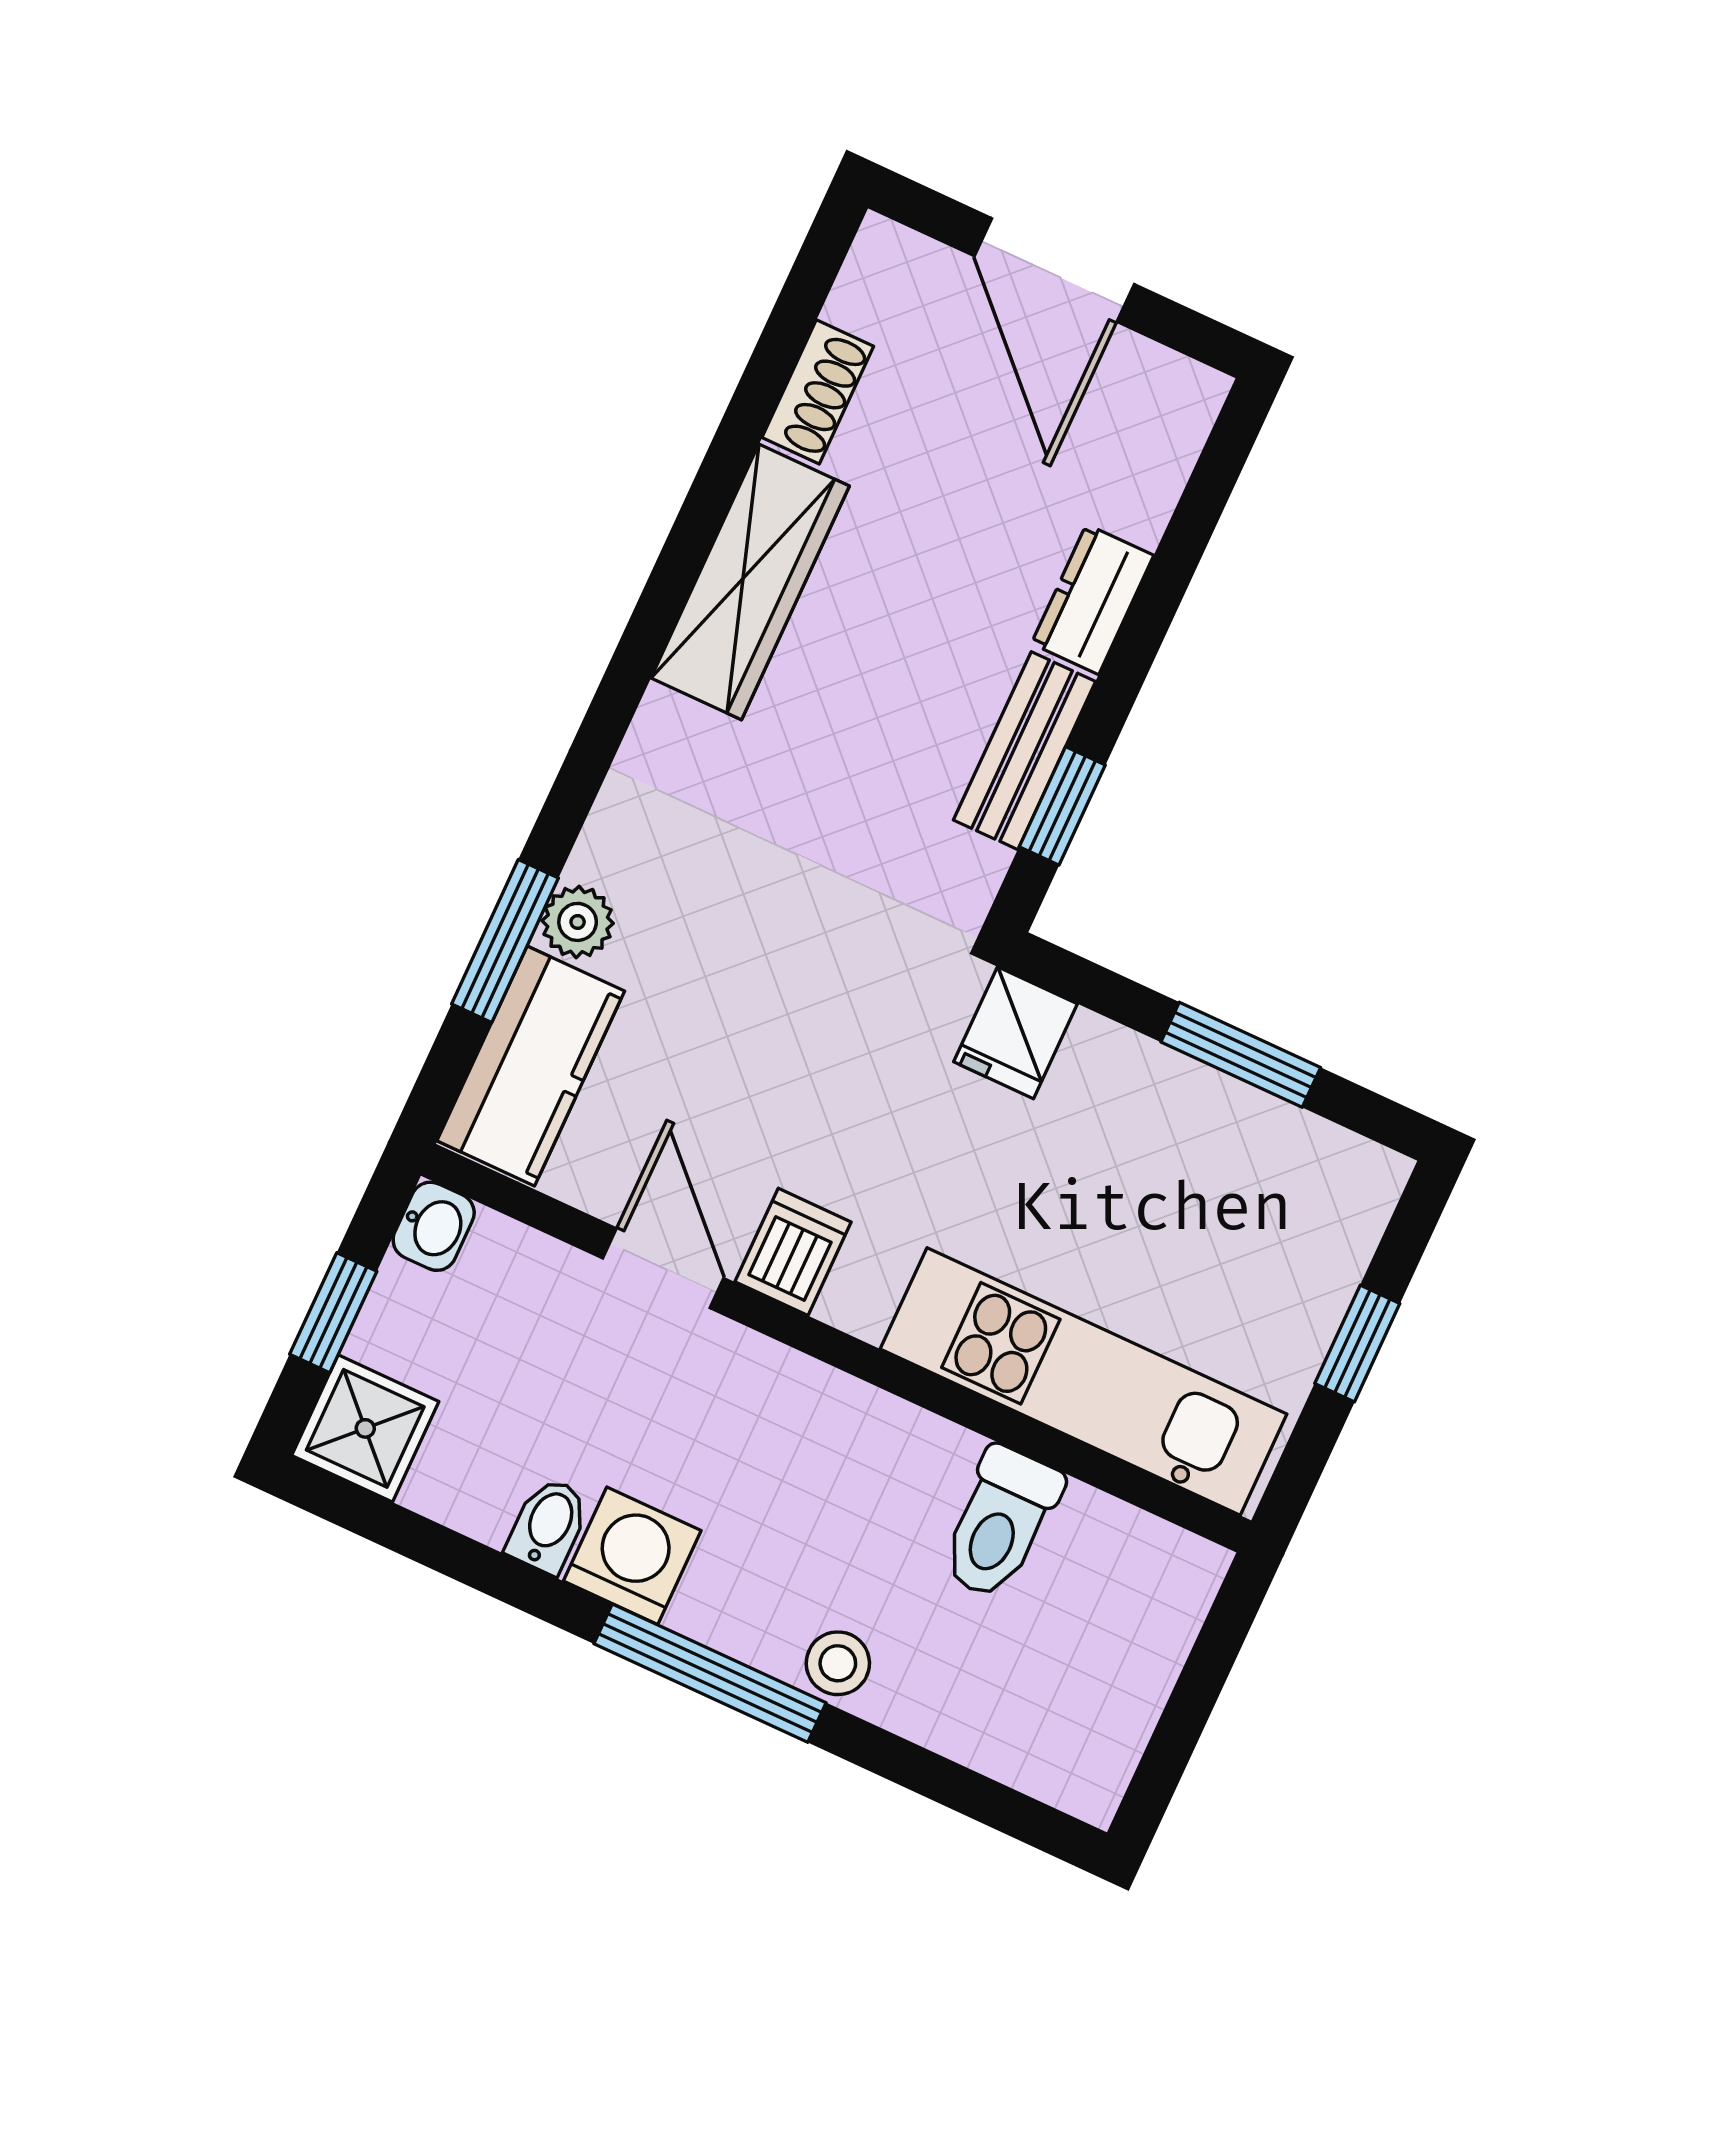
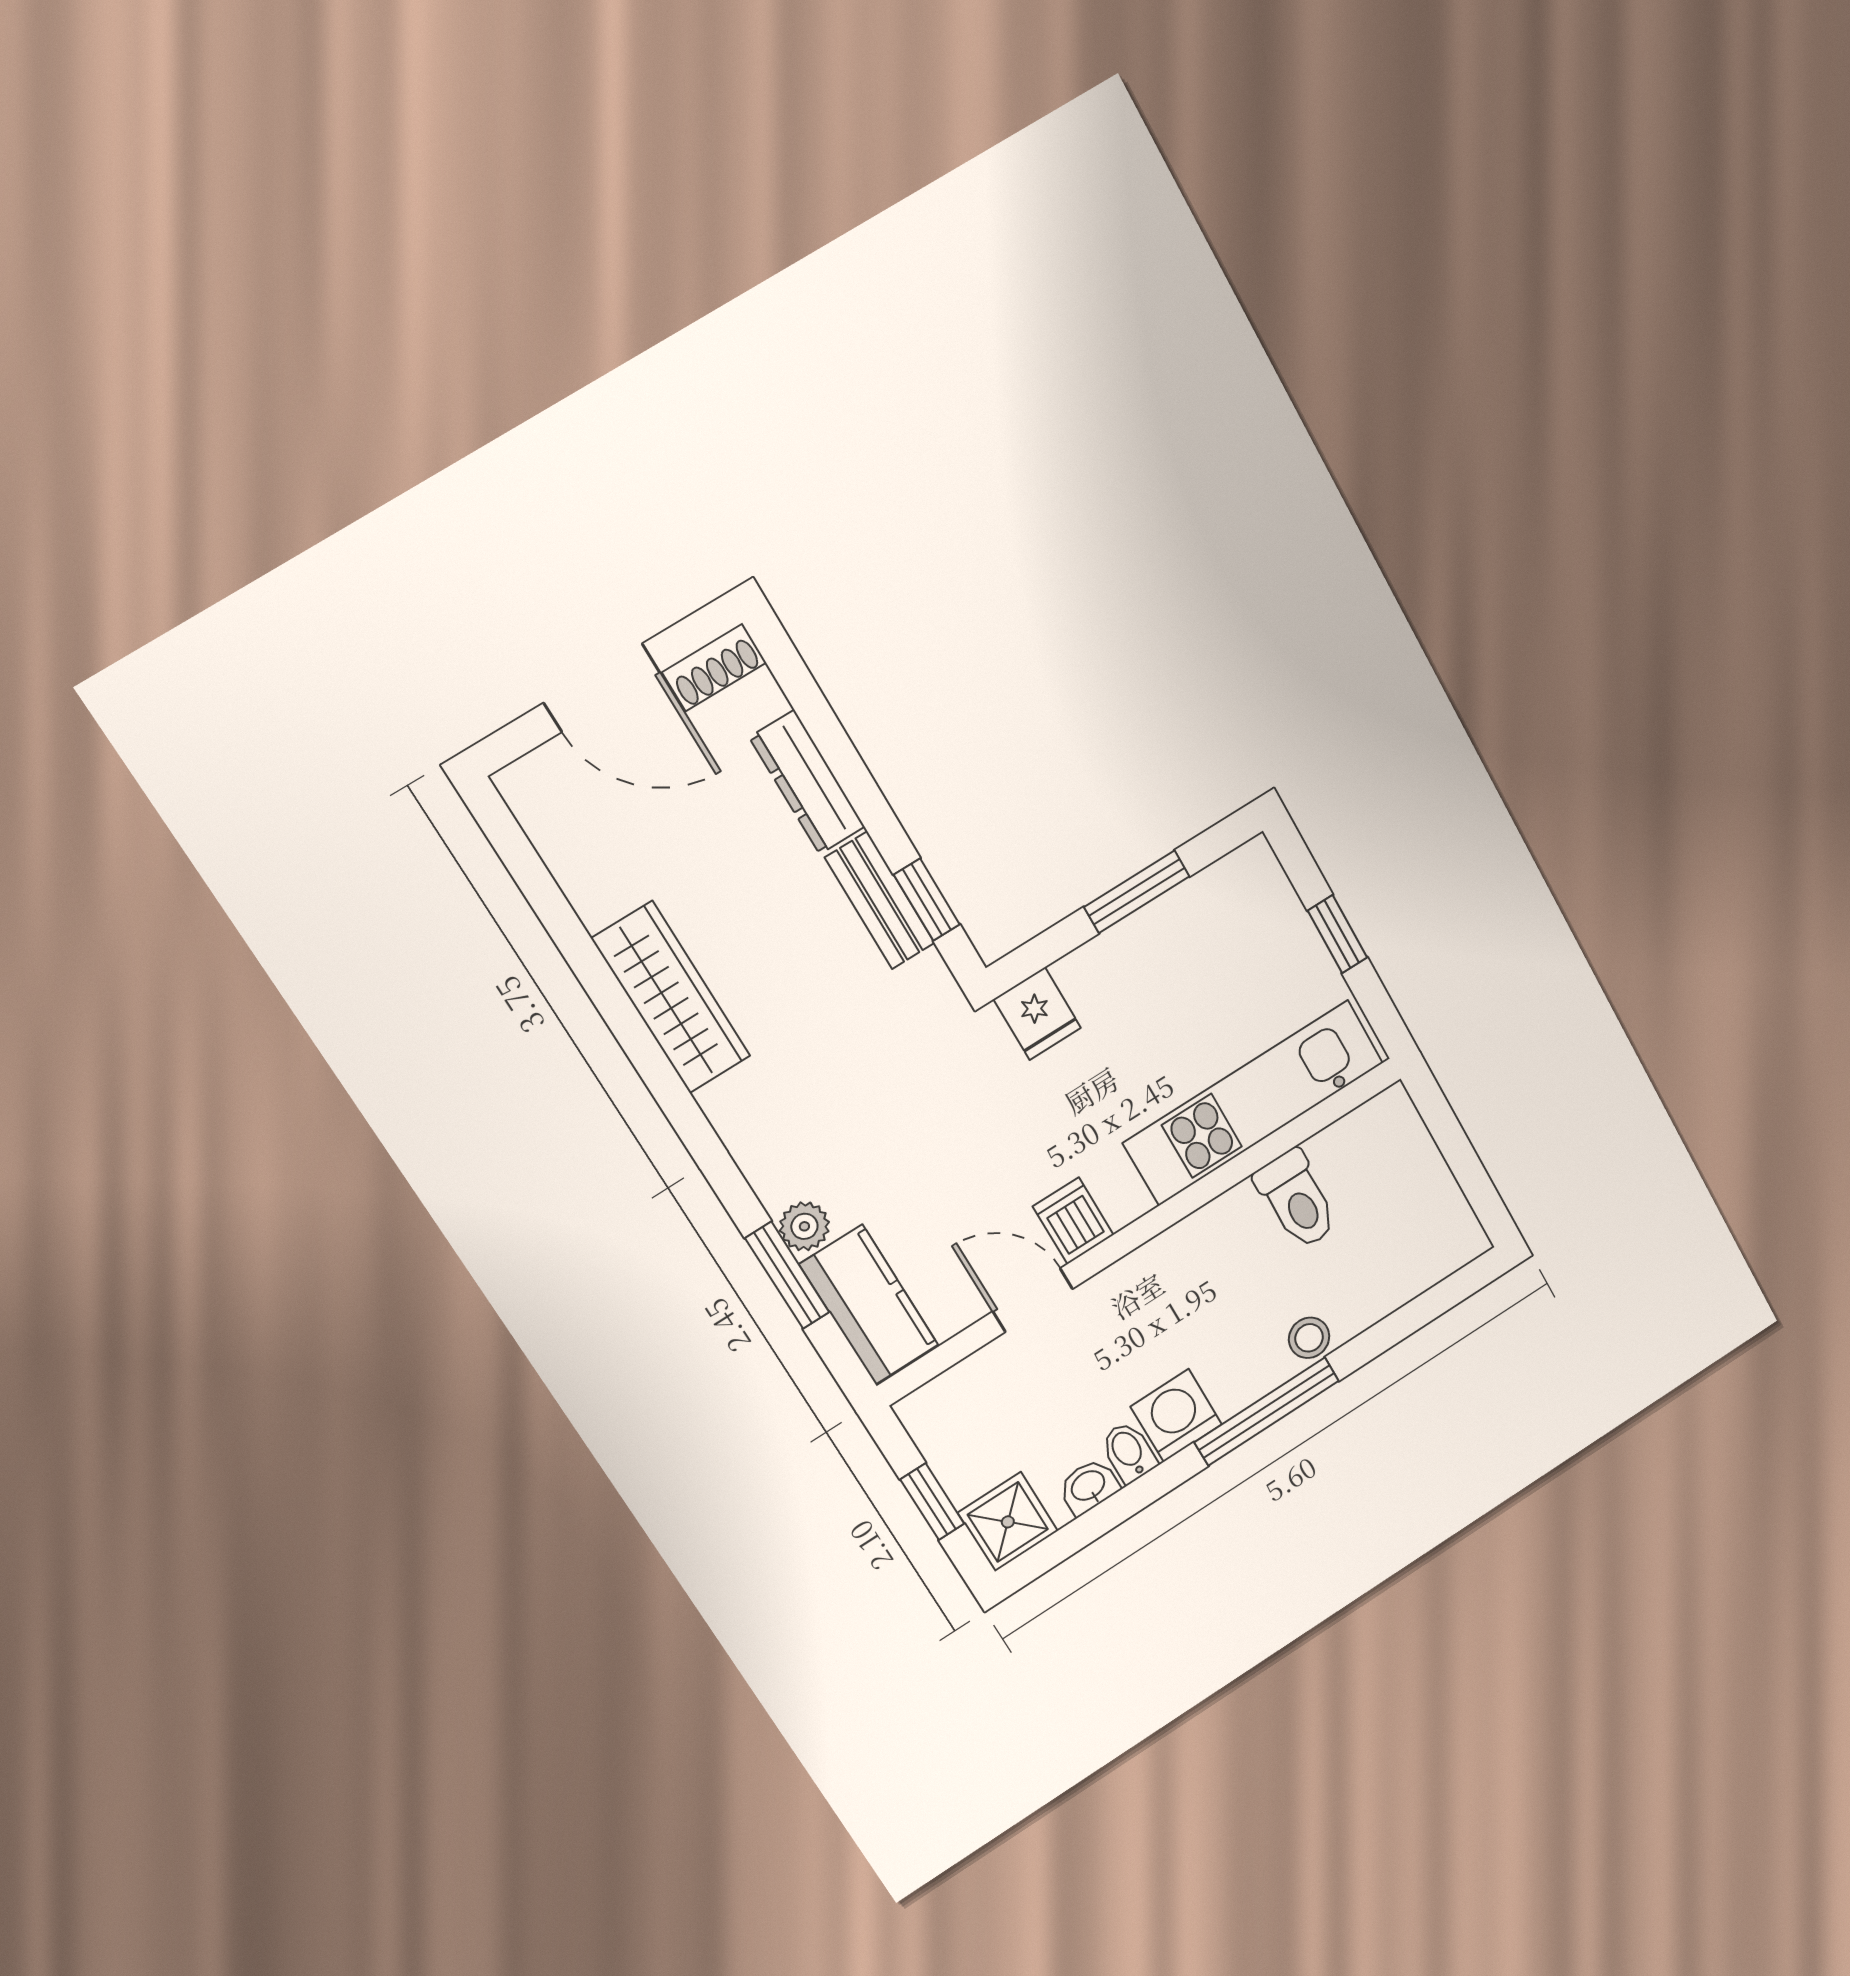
shoe rack: (818, 392) -> (714, 667), moved, turned 90
dresser: (1093, 600) -> (807, 782), width x1.44
washbasin: (434, 1226) -> (1089, 1487), moved, turned -90

